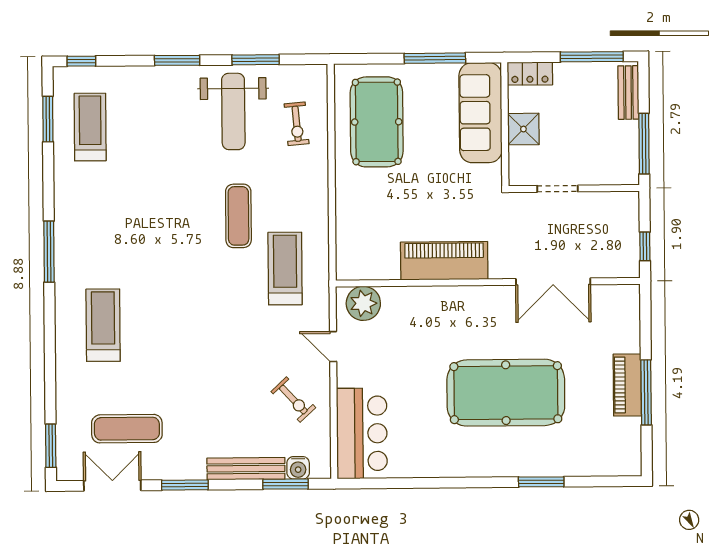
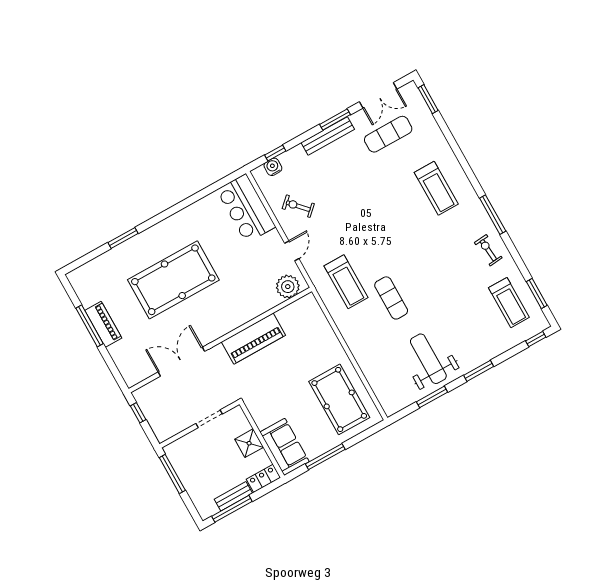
bench: (628, 93) -> (233, 496), moved, turned 90
sofa: (481, 113) -> (285, 447), width x0.73
exercise bike: (297, 124) -> (488, 250), moved
door: (333, 347) -> (292, 251), hinge flipped
bench: (246, 469) -> (328, 136), moved
window: (285, 484) -> (275, 153), width x0.67

